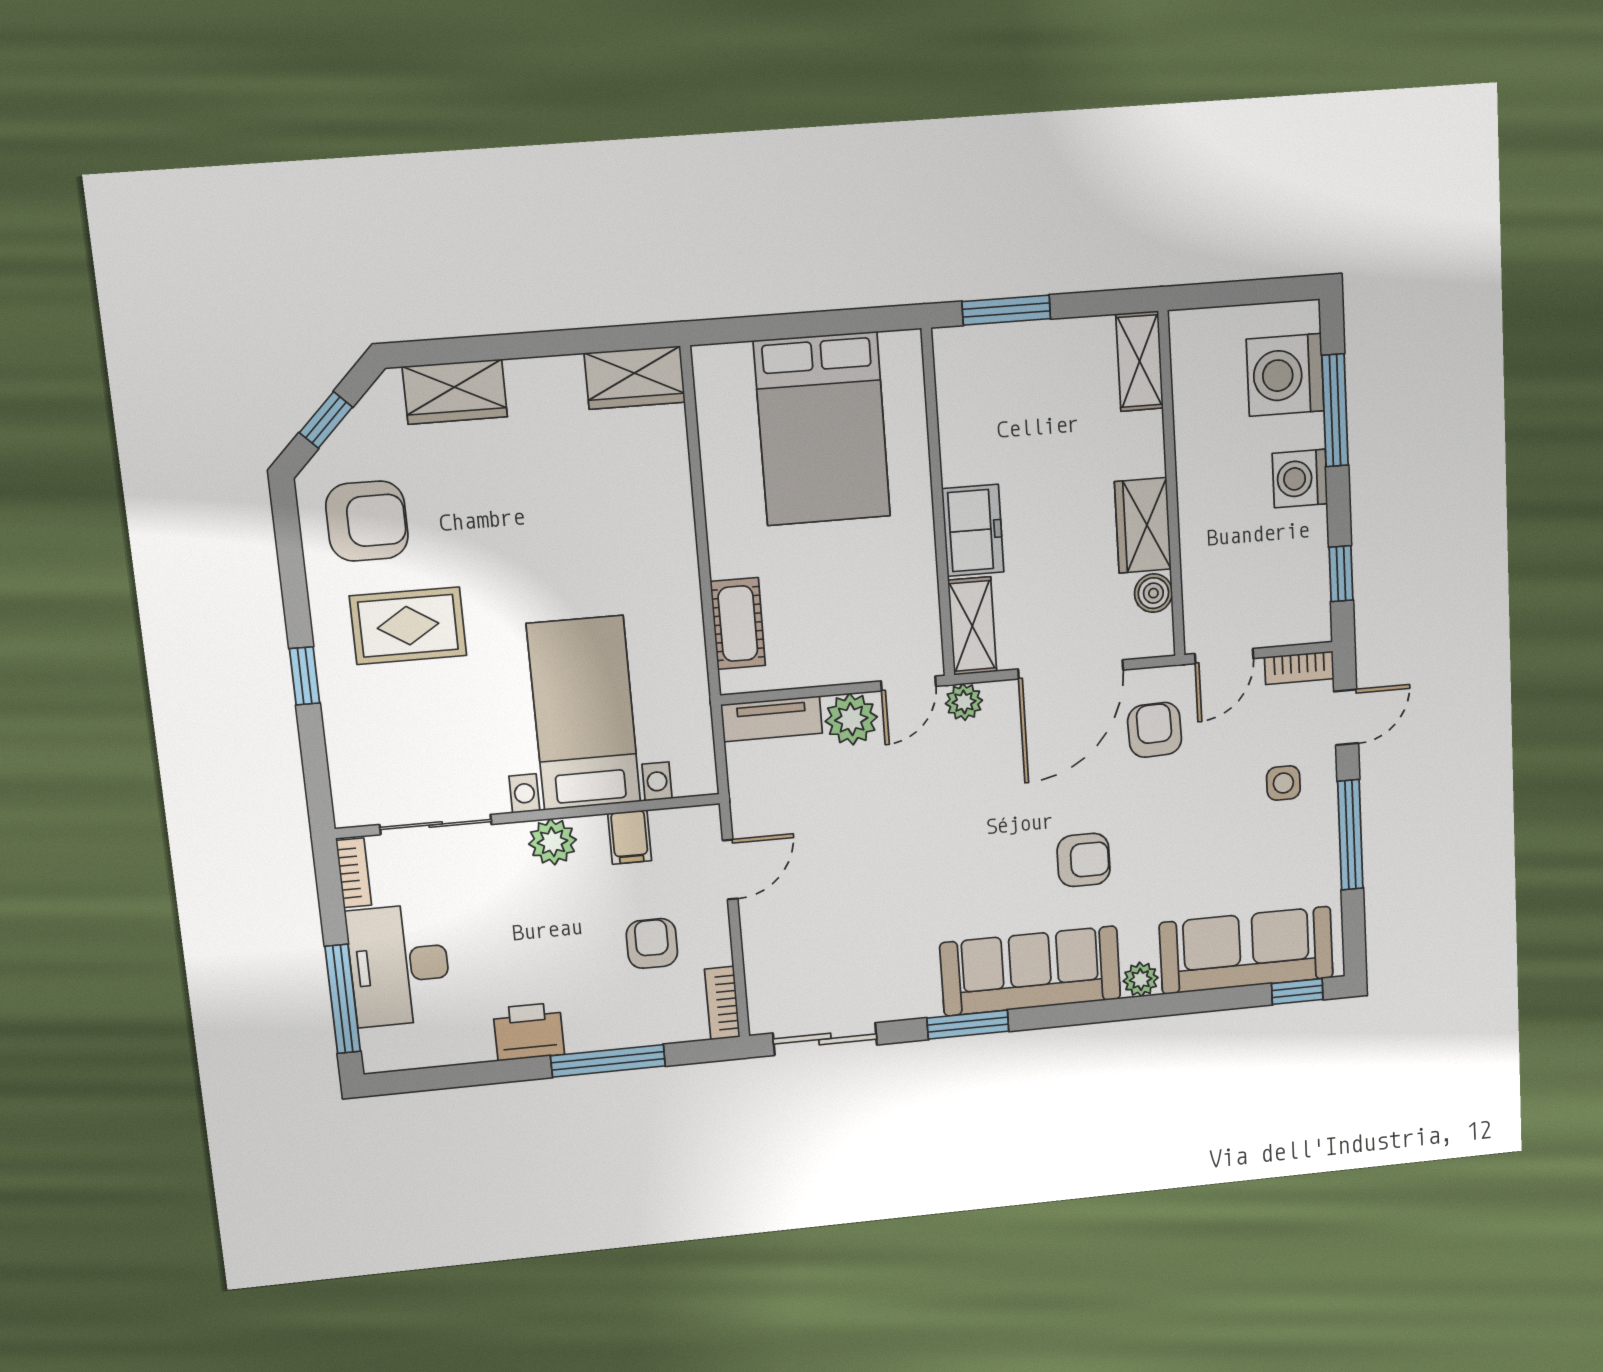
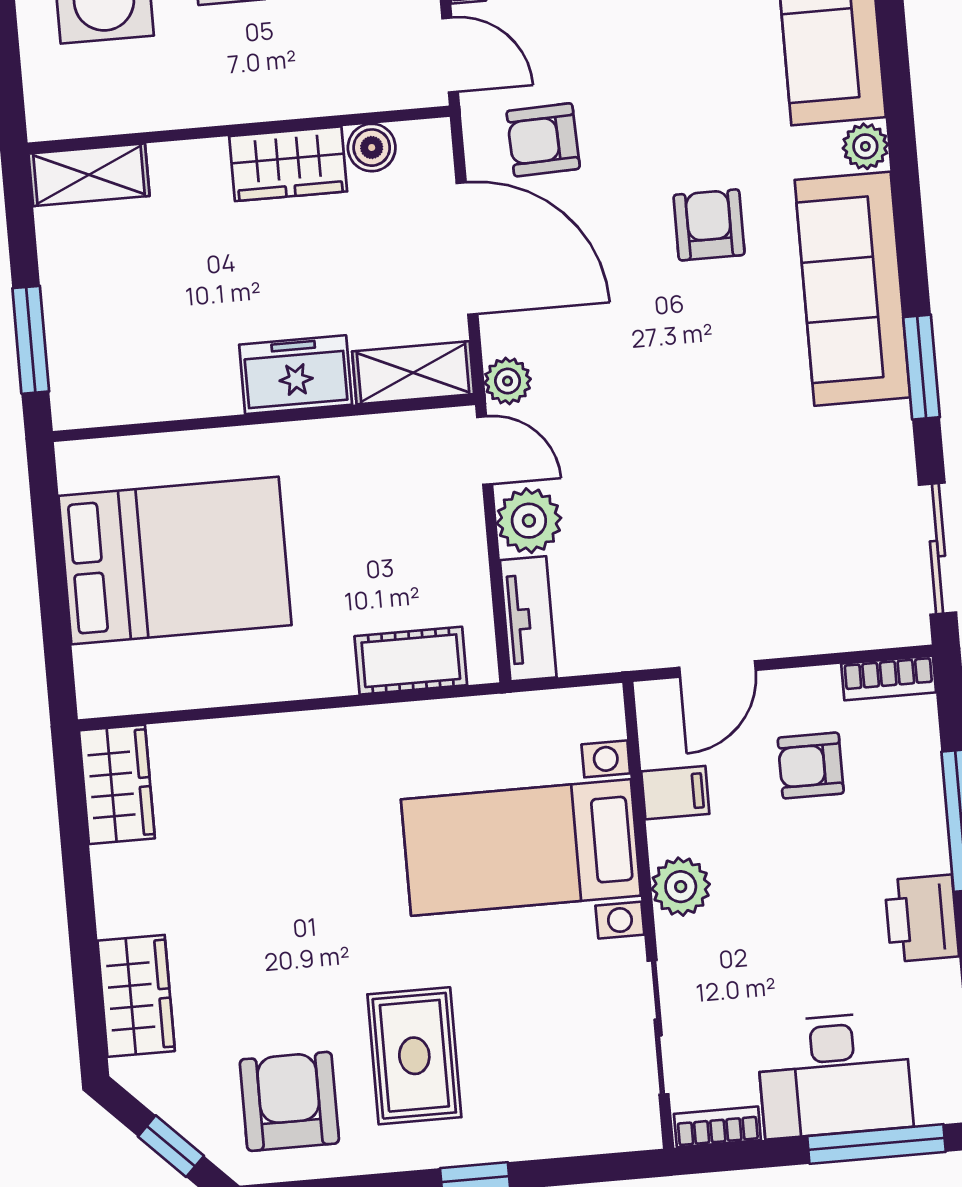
door: (730, 870) -> (717, 669), swing flipped

